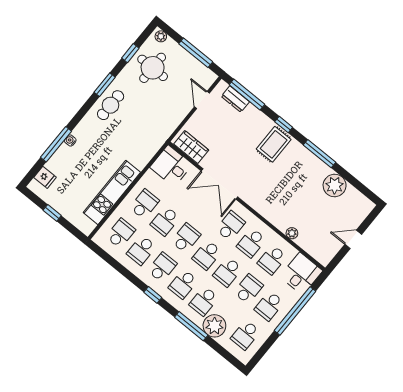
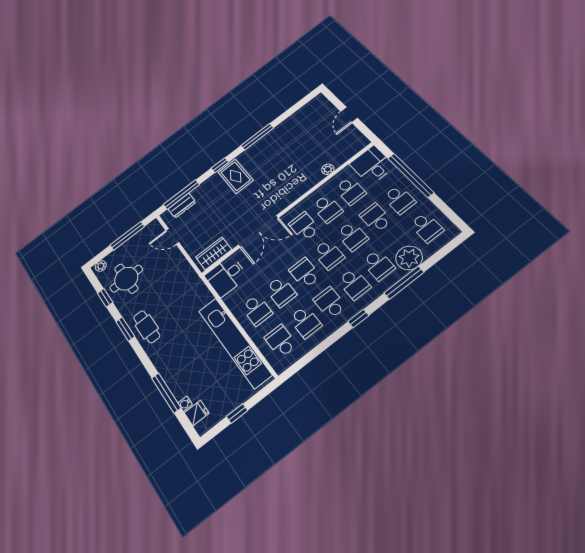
water cooler: (70, 140) -> (185, 404), moved
plant: (335, 185) -> (292, 126), removed
kitchen unit: (112, 192) -> (235, 342), width x1.36
school desk: (144, 204) -> (257, 310), turned 180

